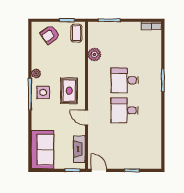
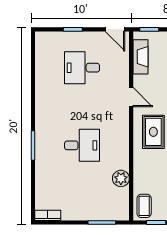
desk: (125, 110) -> (82, 68), moved, turned 180

